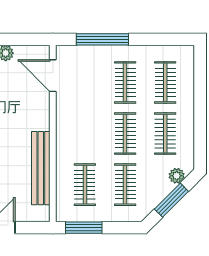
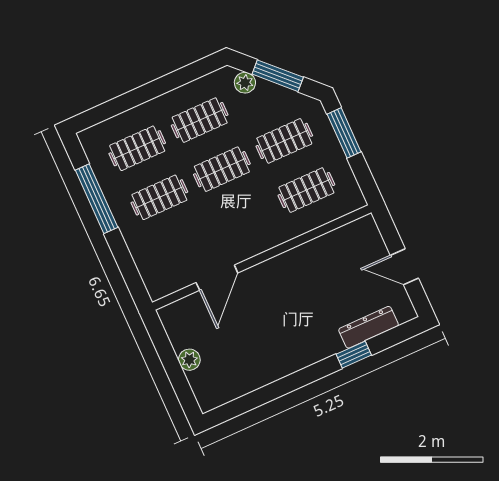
window: (102, 39) -> (97, 199), moved
door: (53, 76) -> (217, 278), moved
bench: (41, 168) -> (311, 253), removed
window: (84, 228) -> (344, 133), moved

